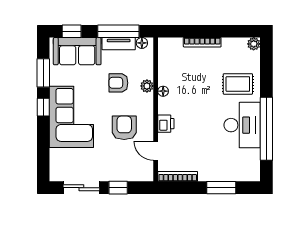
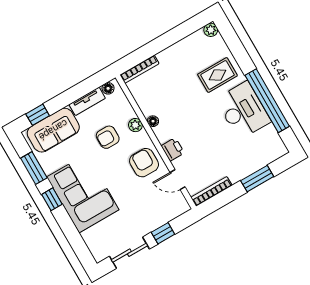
window: (118, 31) -> (80, 90), removed
bookcase: (202, 42) -> (139, 69), moved
armchair: (124, 128) -> (144, 163), moved

